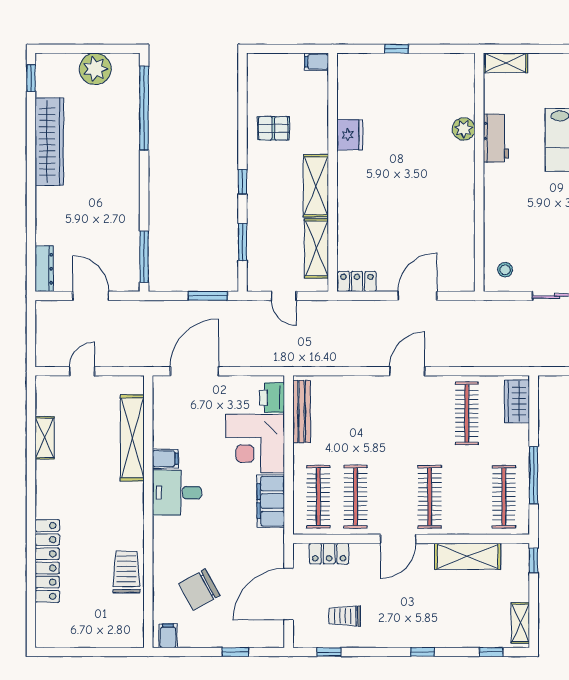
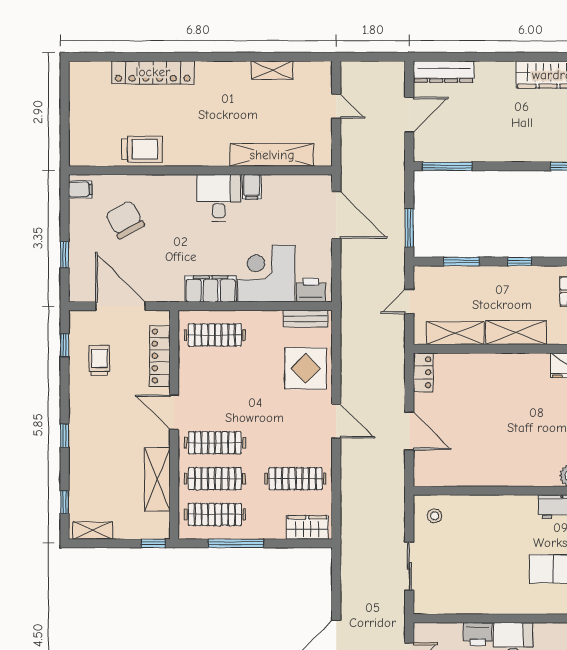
dresser: (44, 269) -> (444, 72), width x1.37, depth x1.24
display table: (353, 403) -> (306, 368), added
bench: (302, 411) -> (305, 319), width x0.73
clothes rail: (355, 497) -> (215, 479), moved
locker: (329, 553) -> (160, 356), width x1.53

